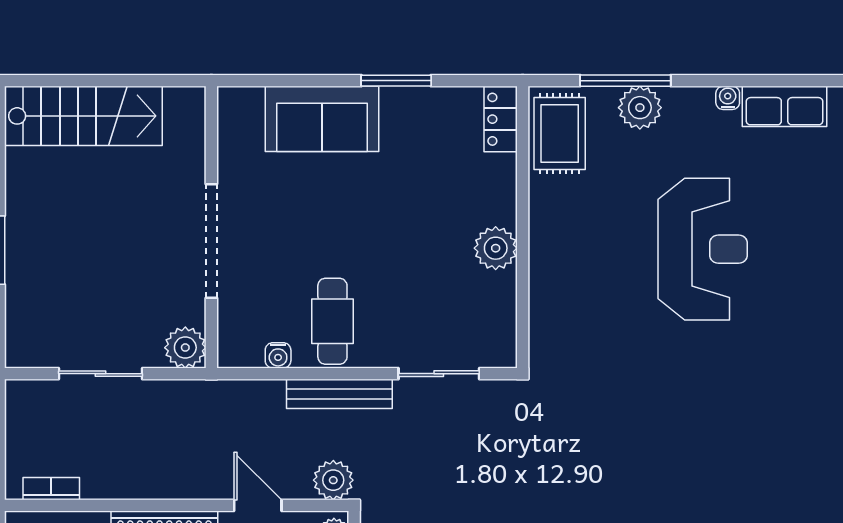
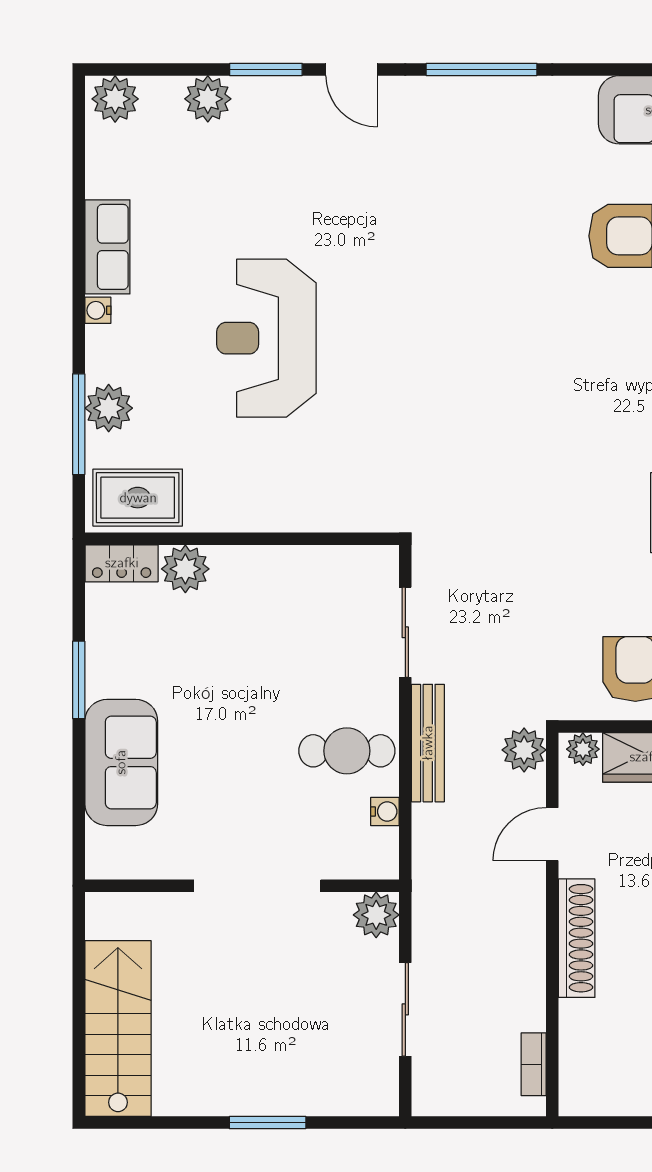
plant: (496, 248) -> (185, 569), moved
reception desk: (703, 249) -> (266, 338), turned -90

